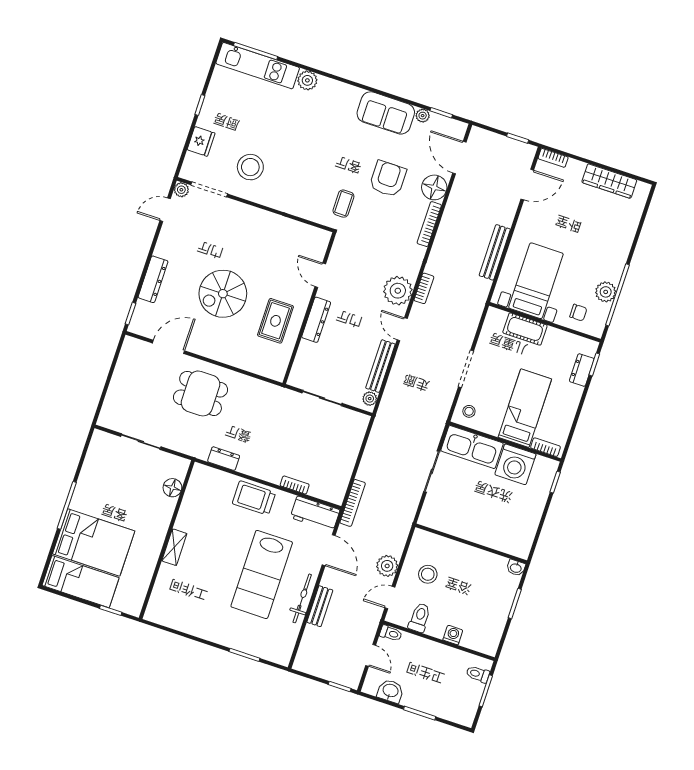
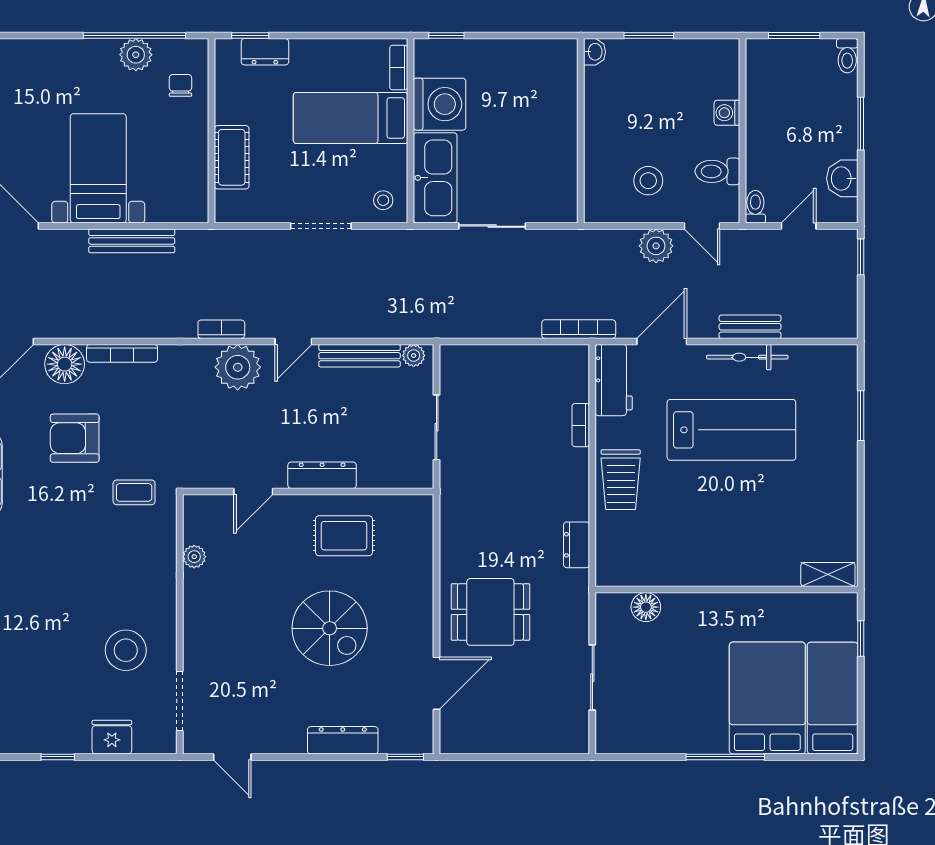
plant: (181, 190) -> (194, 557), moved
bed with nightstands: (536, 281) -> (98, 168), moved, turned 90
door: (168, 347) -> (437, 683), swing flipped
dining table: (201, 393) -> (490, 612), turned 90
shelving: (174, 547) -> (828, 575), moved
toilet: (478, 674) -> (847, 56), moved

